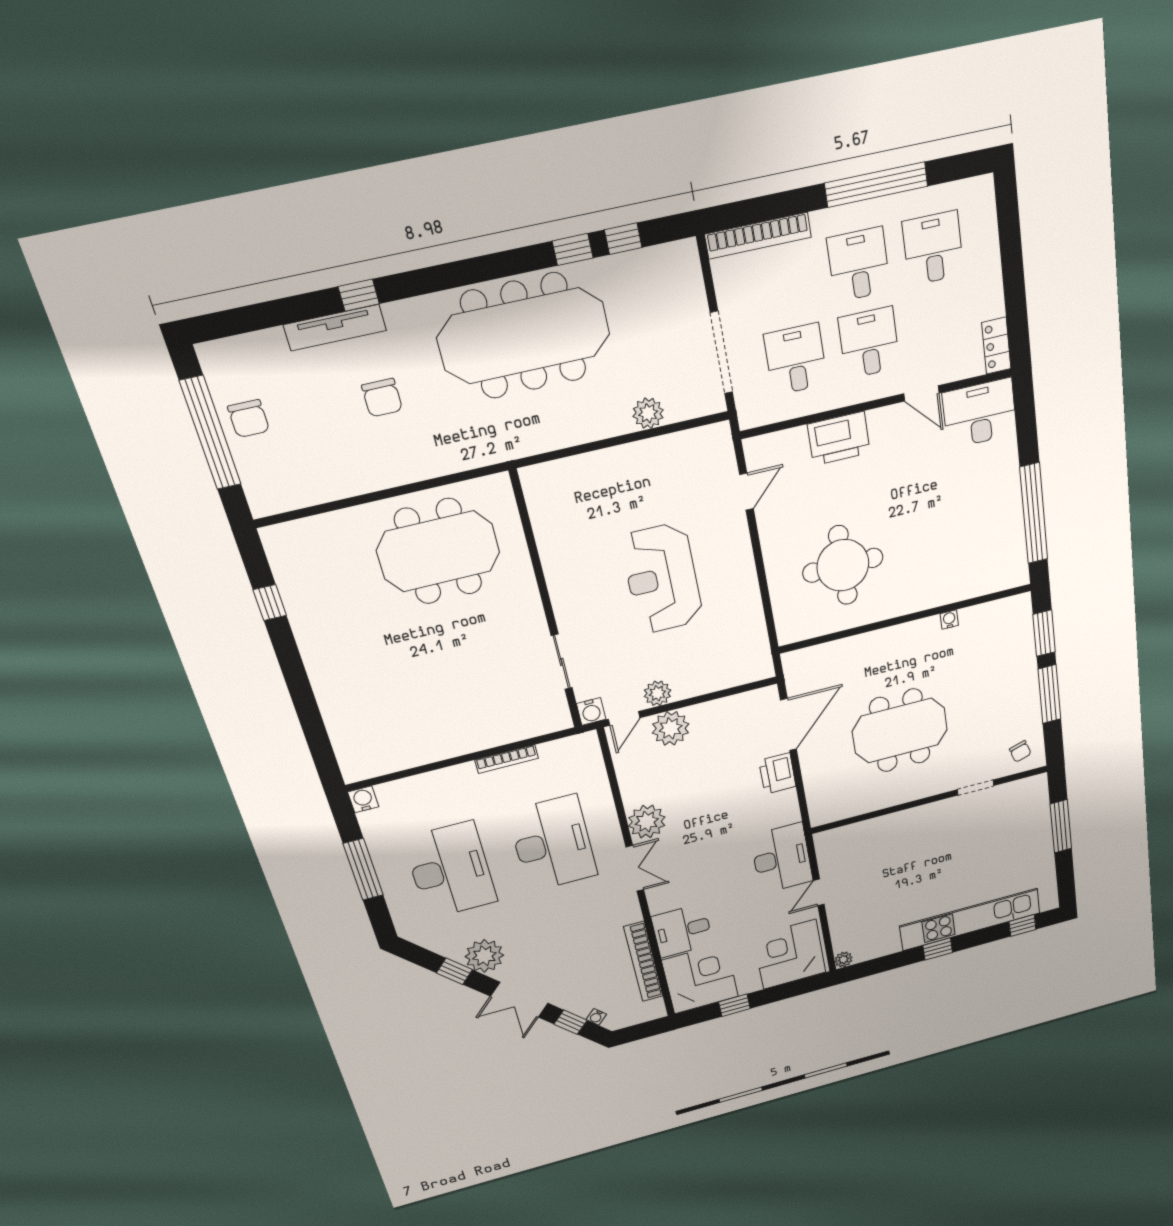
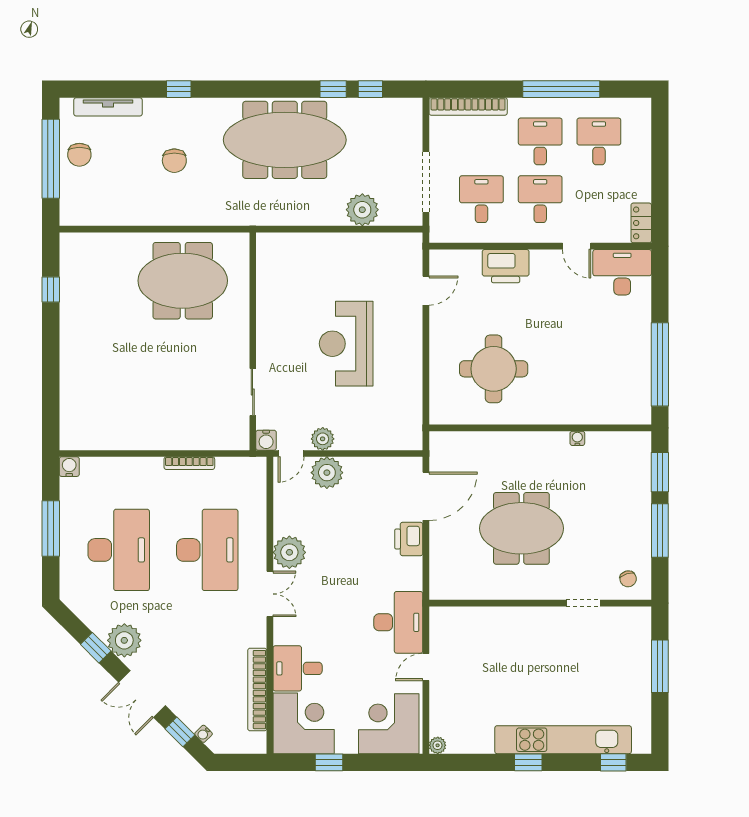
tv unit: (335, 328) -> (108, 107), moved
plant: (648, 413) -> (362, 210), width x1.36, depth x1.36

